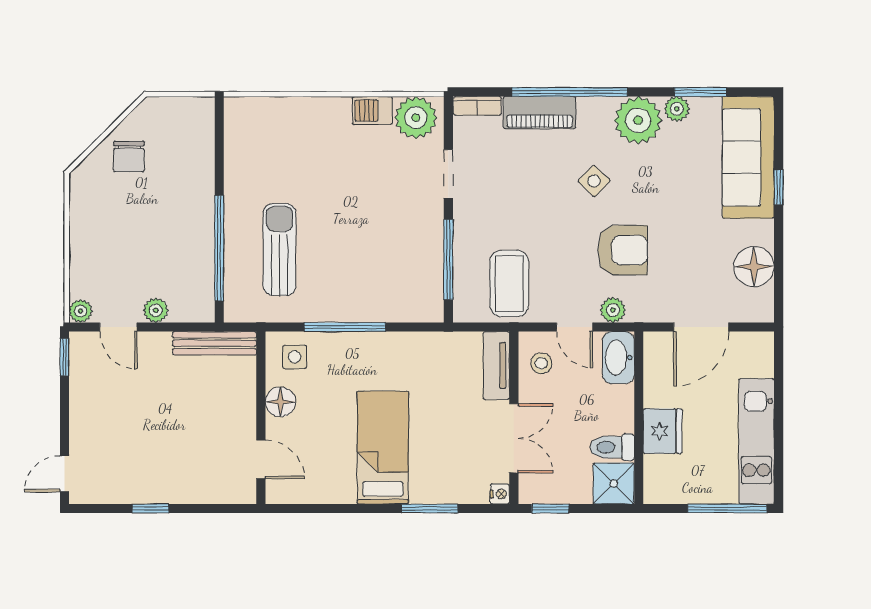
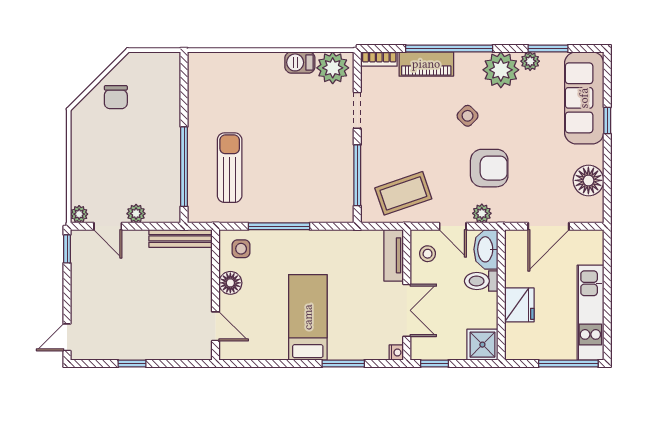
coffee table: (509, 284) -> (403, 193), turned 71
toilet: (612, 447) -> (481, 281), moved

